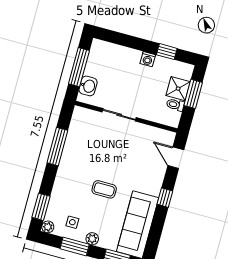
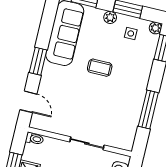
toilet: (175, 105) -> (35, 139), moved
window: (165, 198) -> (38, 61), width x1.50

